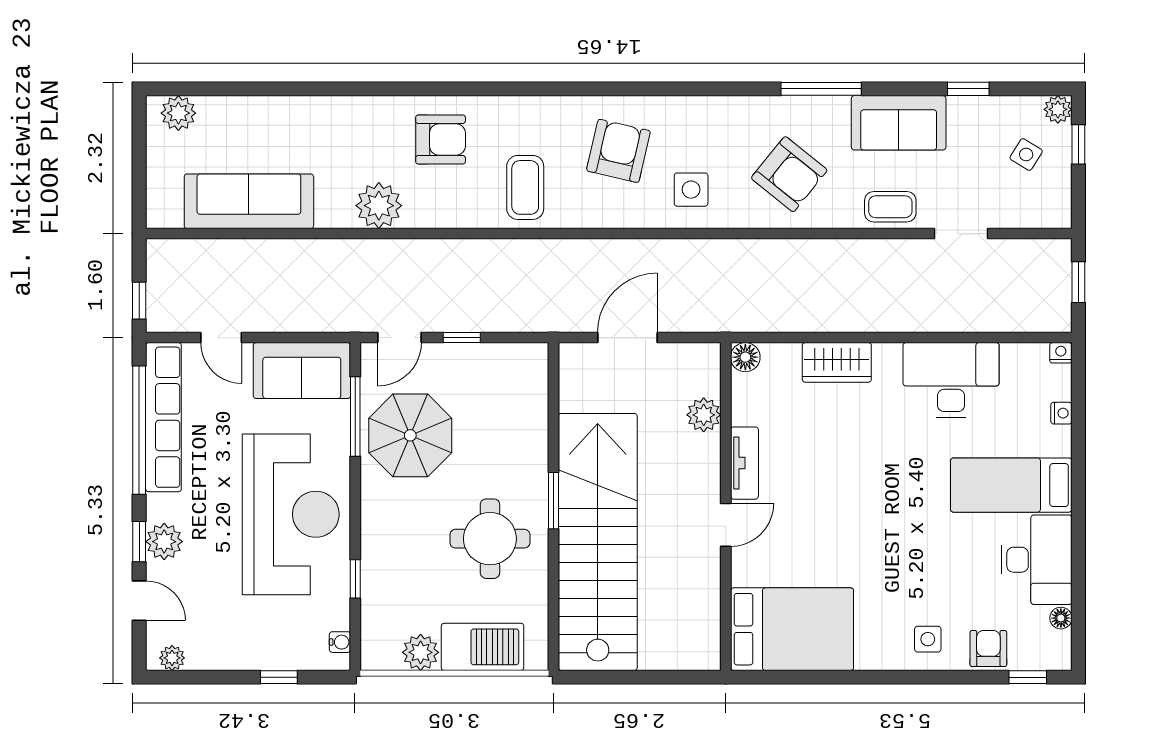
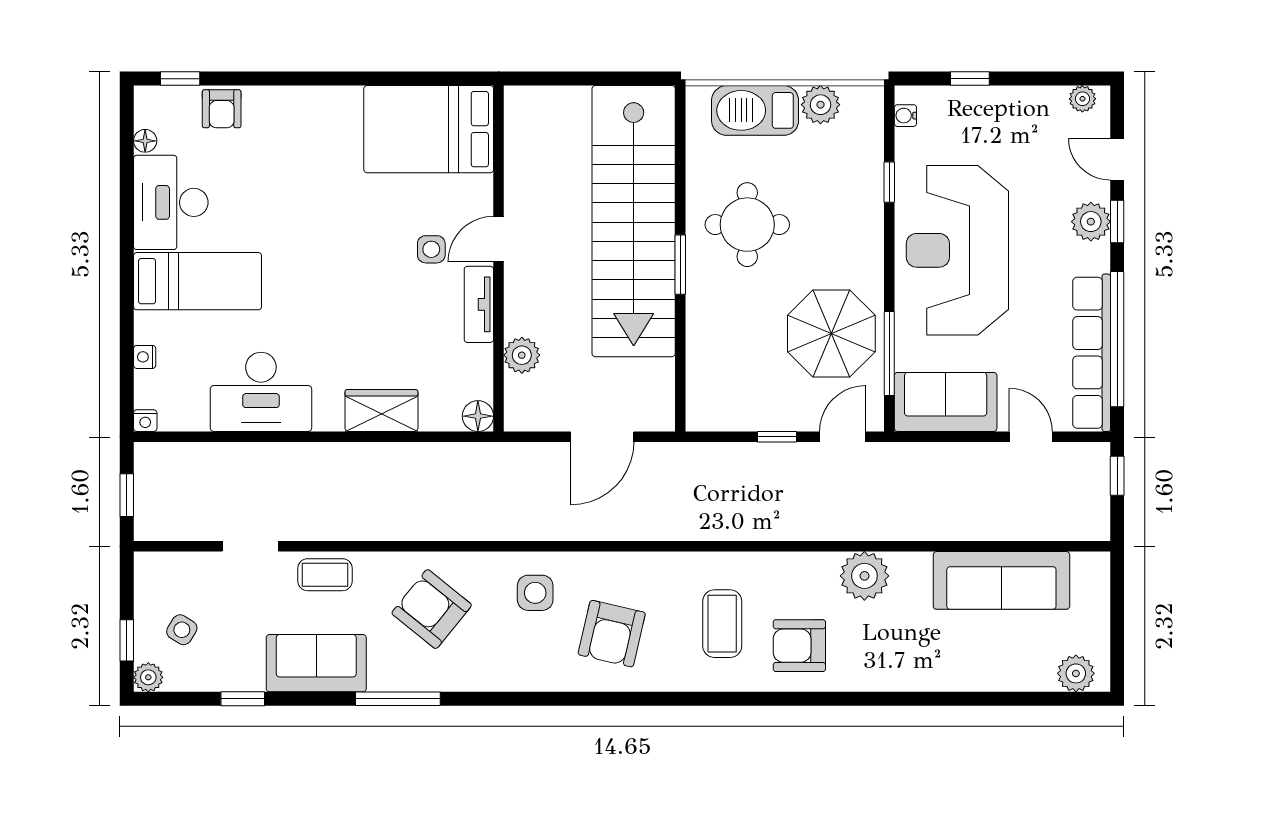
coffee table: (525, 187) -> (722, 624), moved
side table: (928, 639) -> (431, 249), moved

